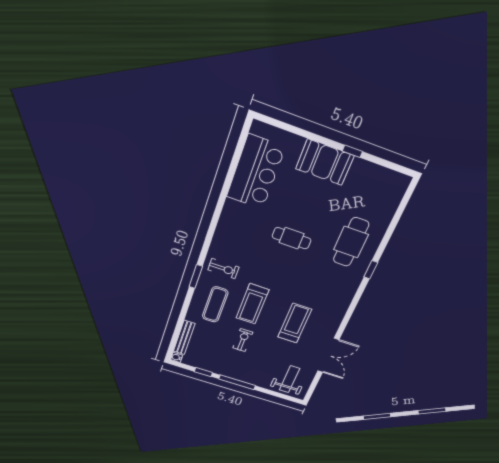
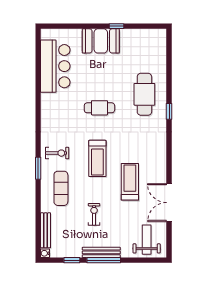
treadmill: (252, 304) -> (97, 158), moved
double door: (328, 355) -> (169, 203), swing flipped
bench: (237, 375) -> (101, 252), added

